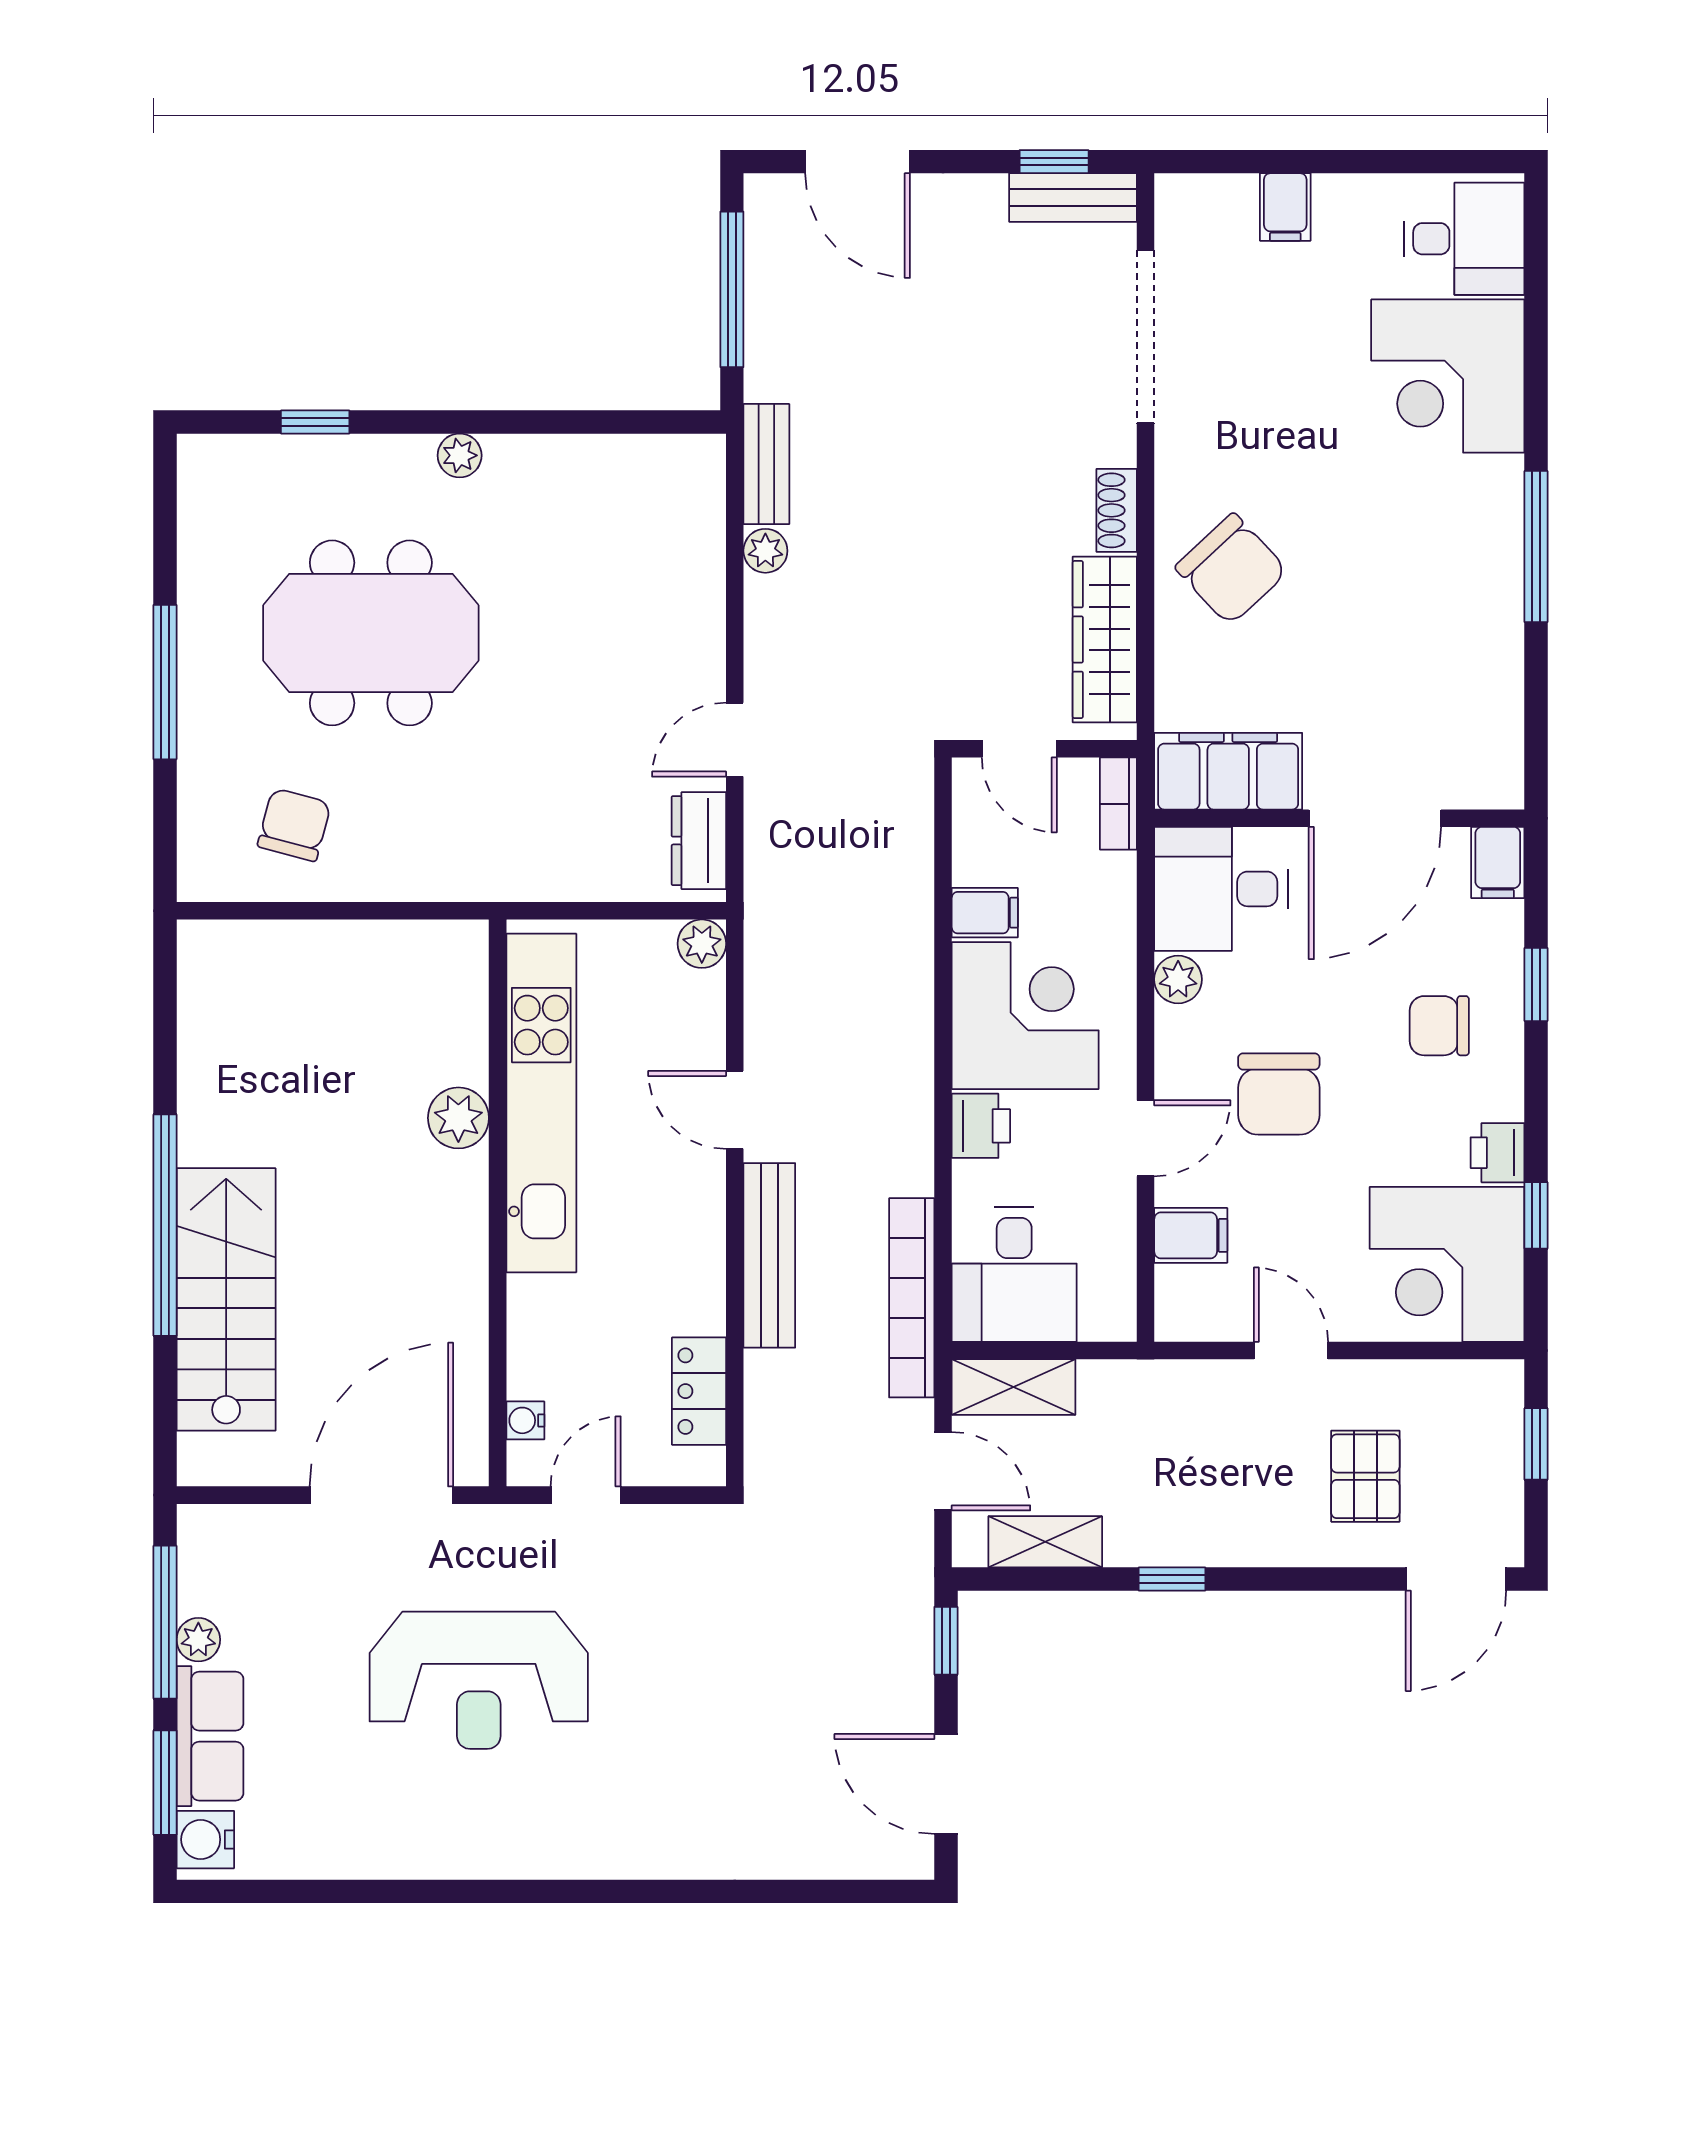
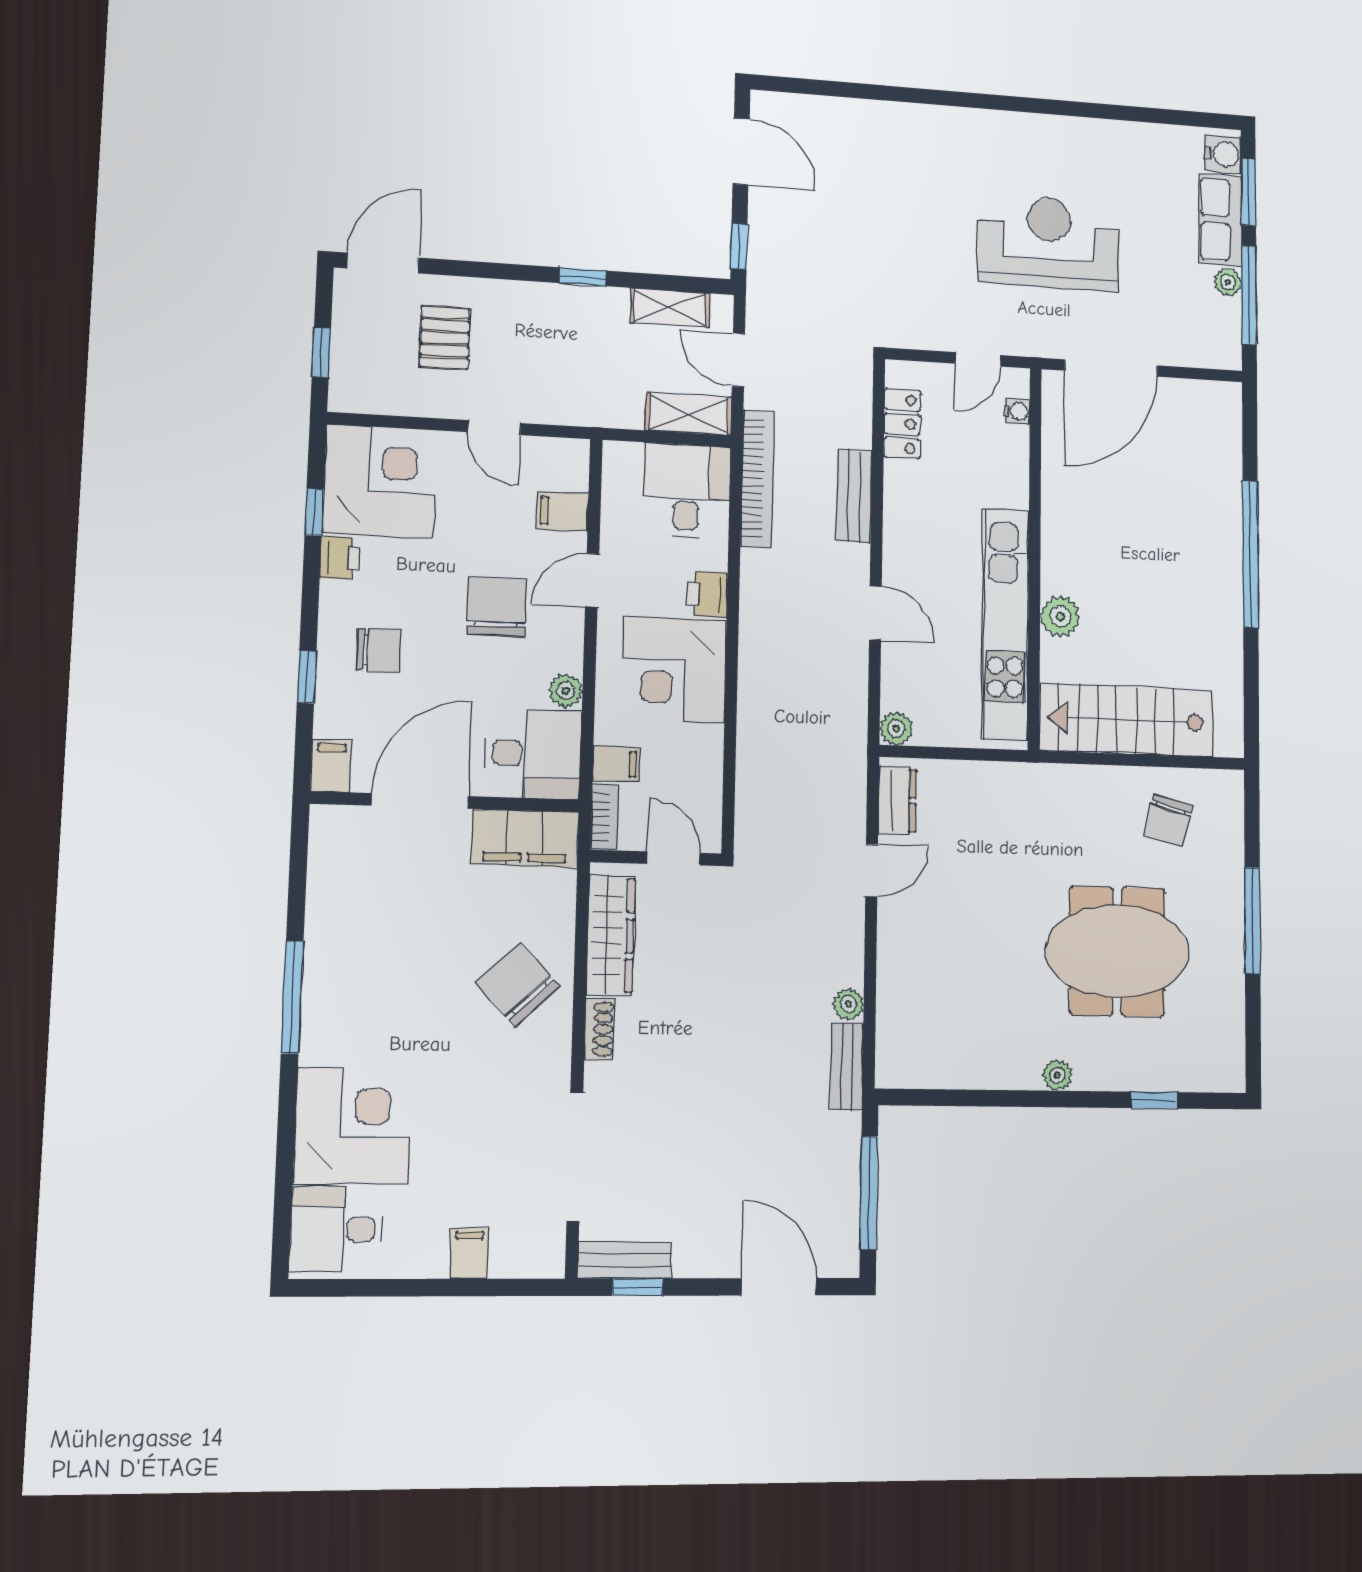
filing cabinet: (985, 913) -> (616, 764), moved, turned 180
bench: (769, 1255) -> (854, 496), width x0.73
stairs: (226, 1299) -> (1126, 720), moved, turned 90

